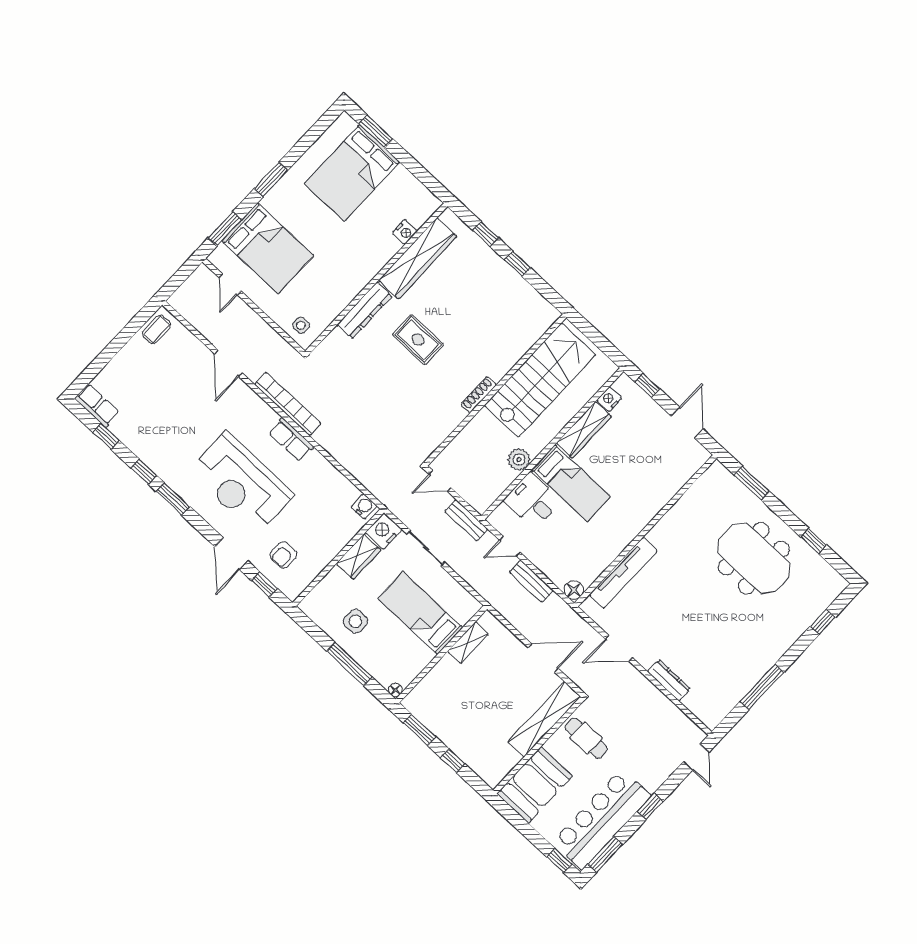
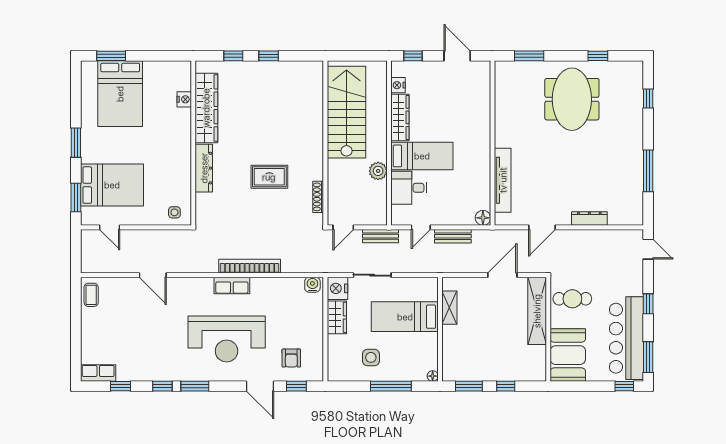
rug: (418, 340) -> (269, 177), moved
shoe rack: (479, 395) -> (318, 197), moved
bookcase: (288, 404) -> (250, 266), moved
meeting table: (754, 558) -> (572, 99), turned 90

